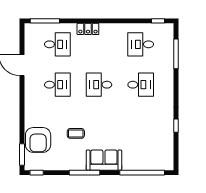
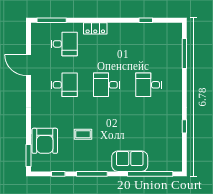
window: (158, 21) -> (146, 20), moved
desk: (141, 44) -> (149, 44), removed
desk: (141, 85) -> (149, 85), turned 180
sofa: (104, 160) -> (130, 161), moved
window: (37, 173) -> (58, 174), moved

